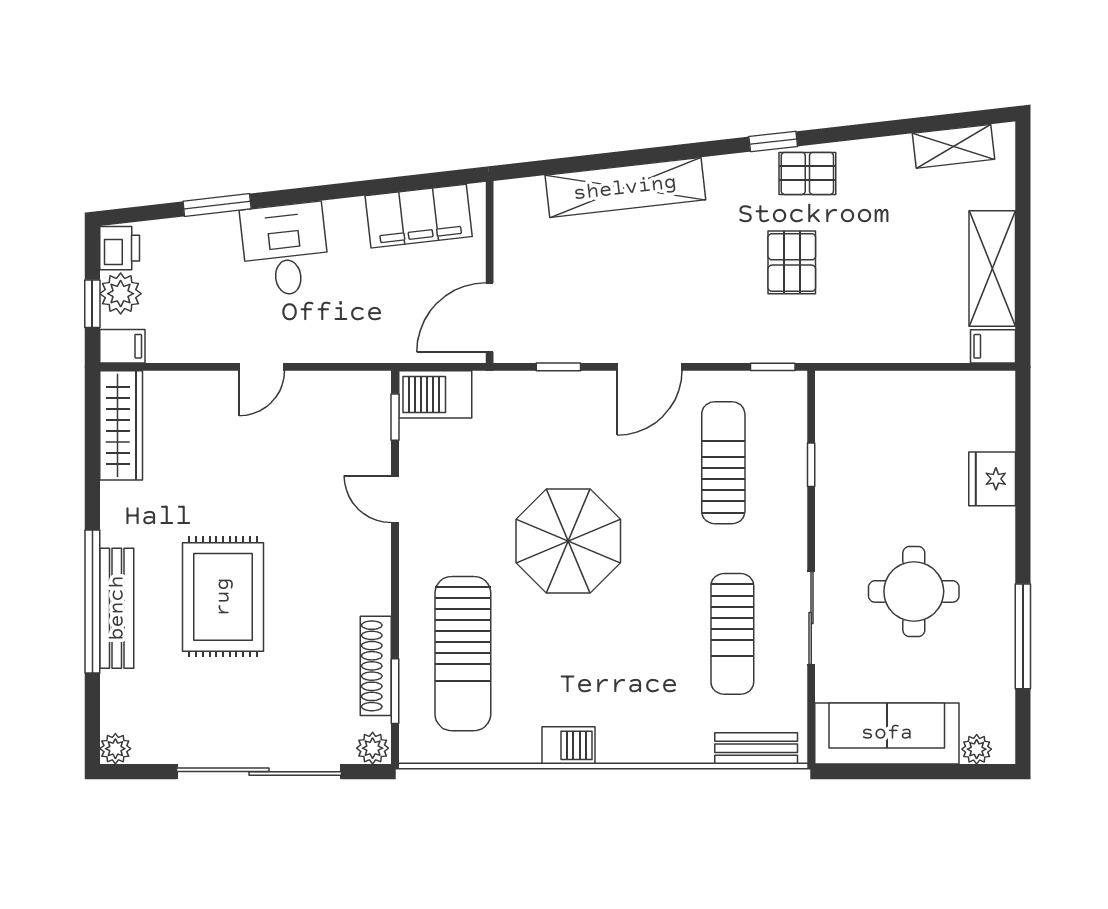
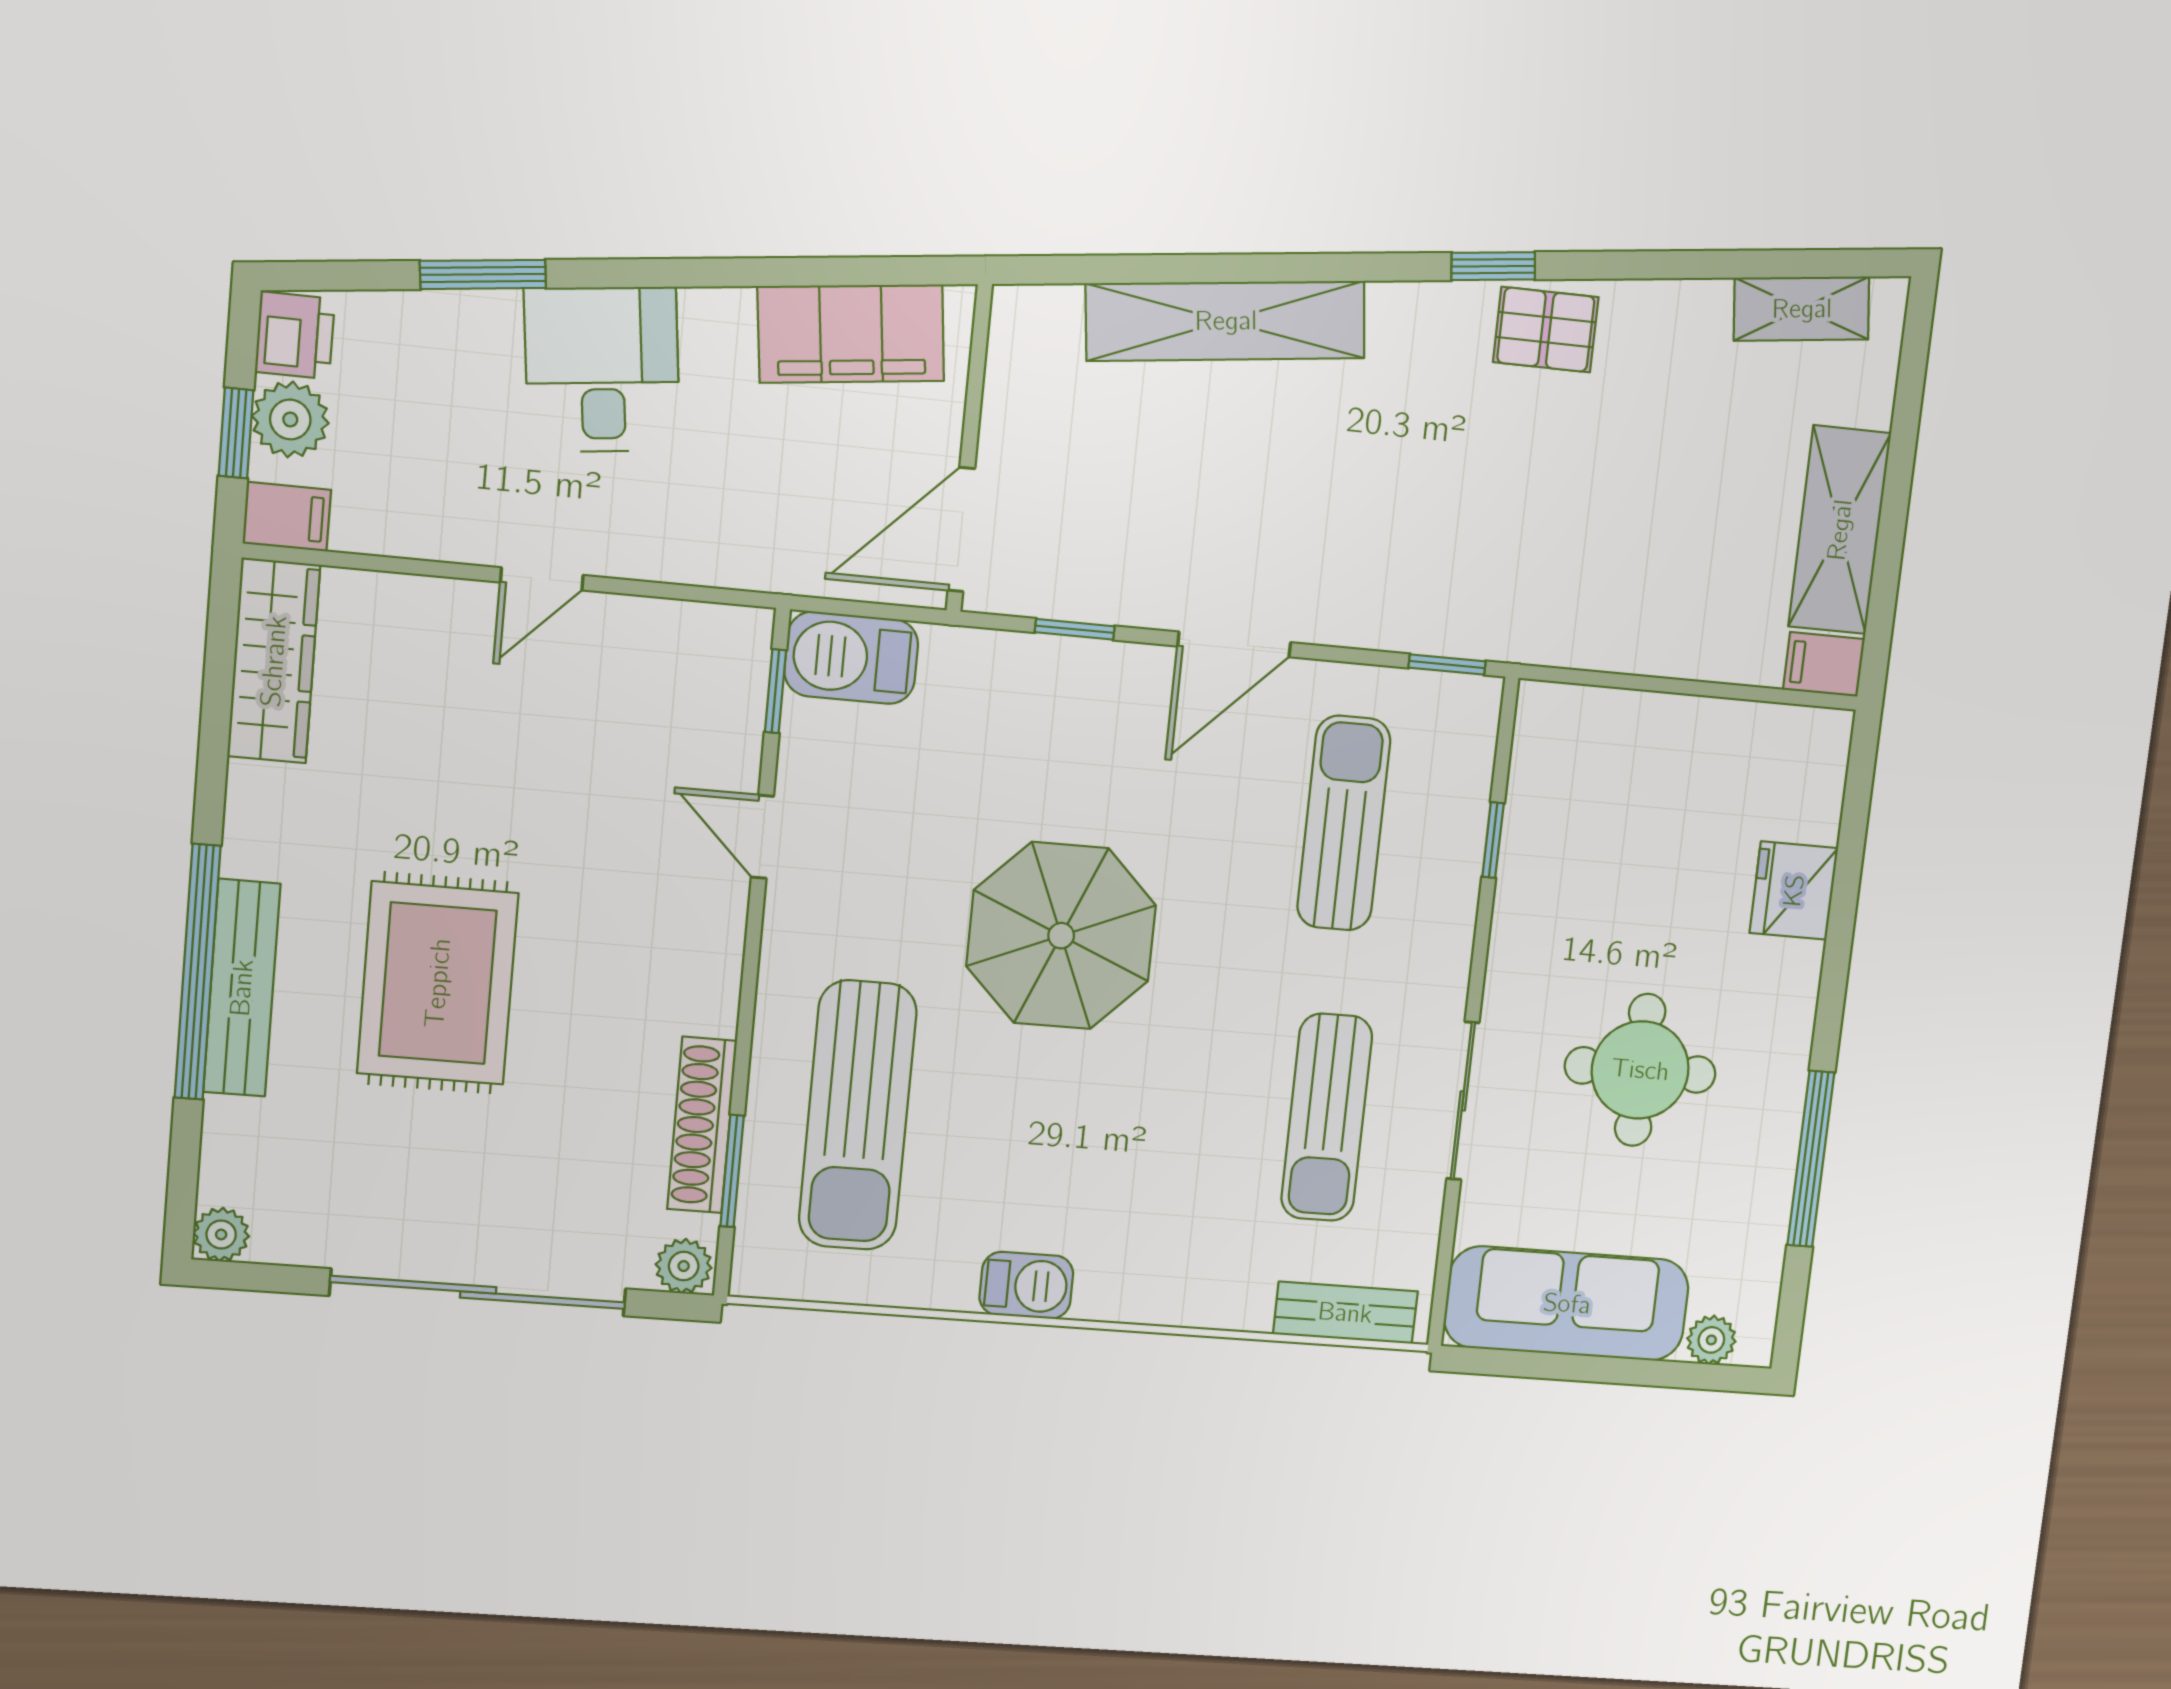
pallet: (792, 262) -> (1501, 485), removed

